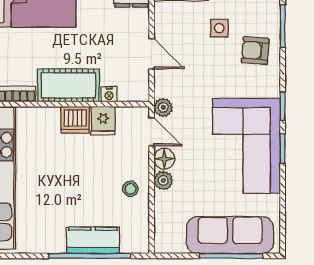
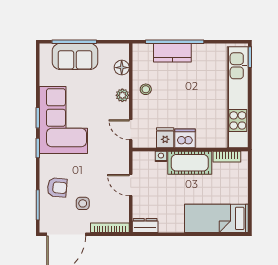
plant: (163, 107) -> (123, 147), removed
floor lamp: (164, 159) -> (122, 68), moved
sofa: (230, 235) -> (75, 56), width x0.73

